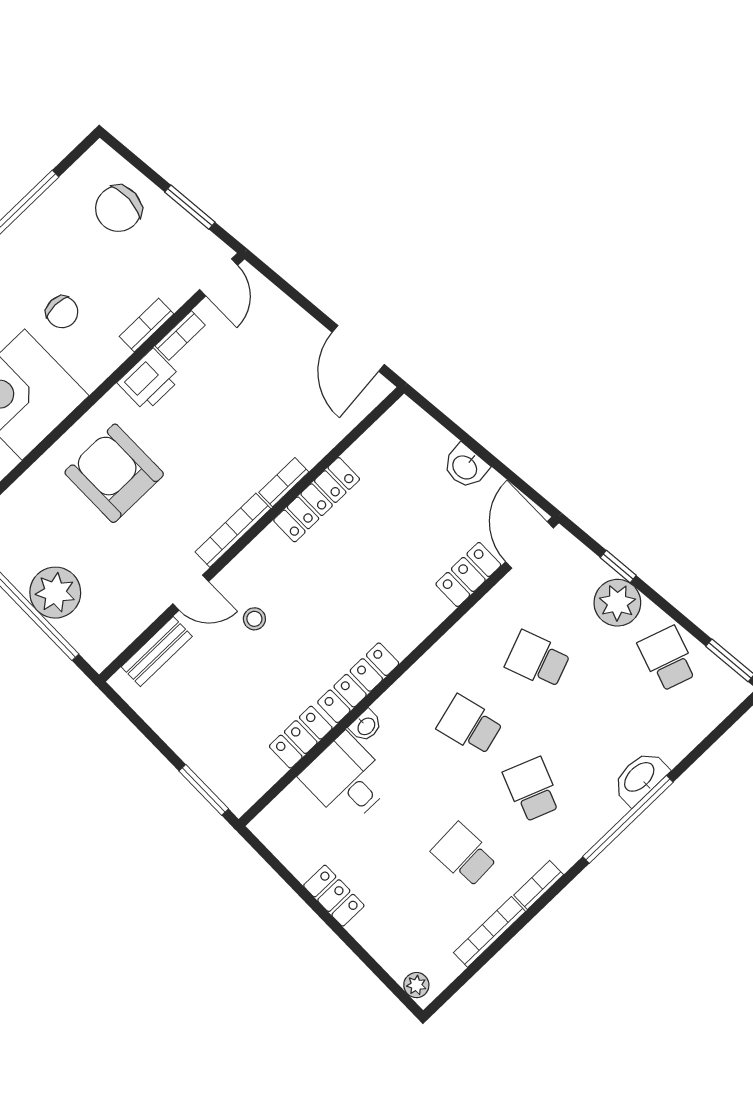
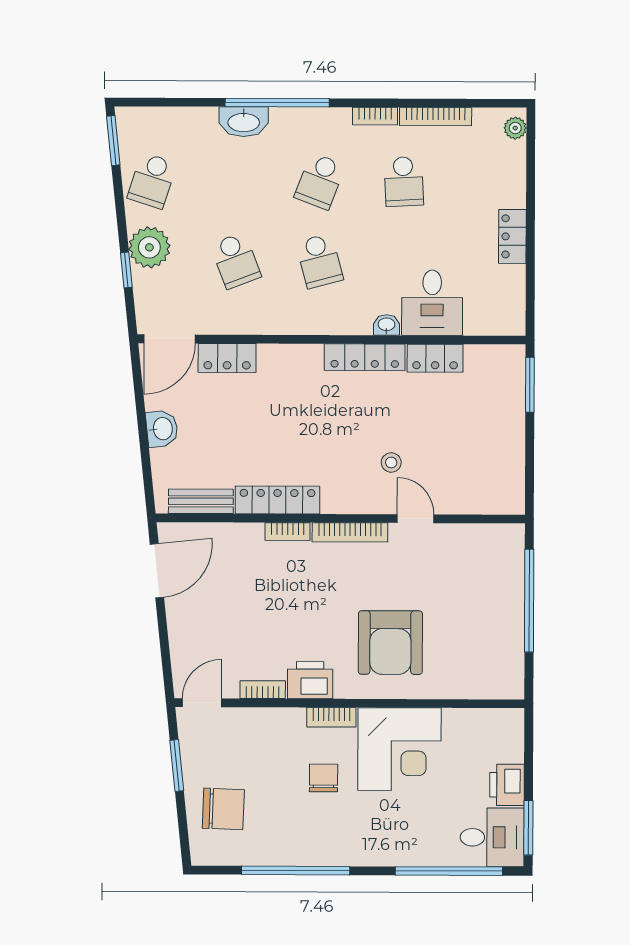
bookcase: (146, 325) -> (331, 717), moved
plant: (55, 593) -> (502, 603), removed
bench: (157, 652) -> (201, 501), moved

